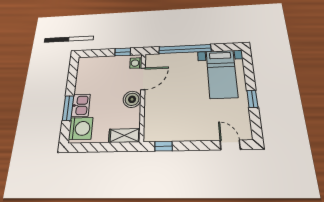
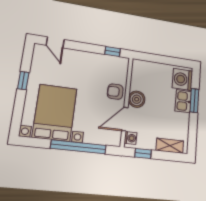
bed with nightstands: (222, 74) -> (55, 113), width x1.36
armchair: (156, 103) -> (115, 92), added
shelving: (124, 136) -> (170, 146), moved

